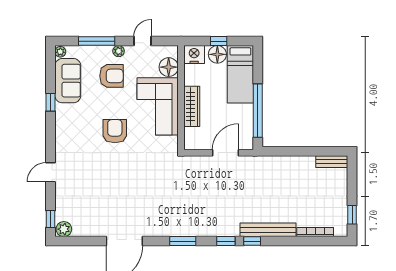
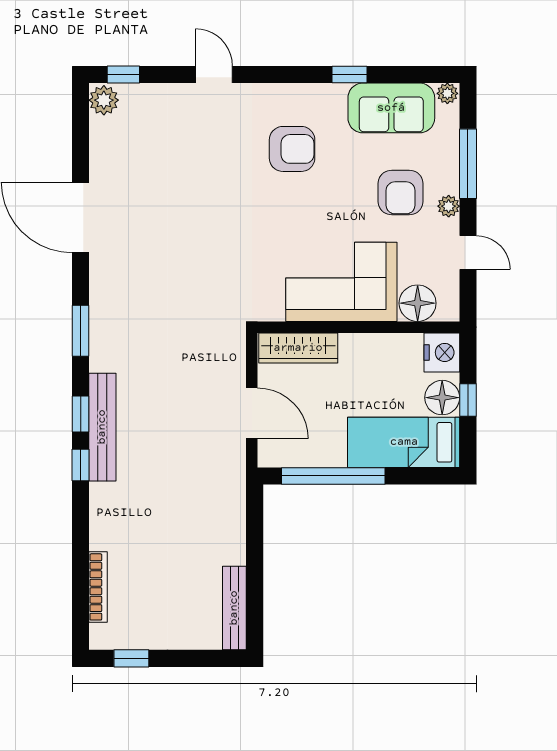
wardrobe: (192, 106) -> (298, 348), moved
armchair: (115, 131) -> (292, 149), moved
bench: (332, 162) -> (234, 608), width x1.36
bench: (268, 230) -> (102, 427), moved

